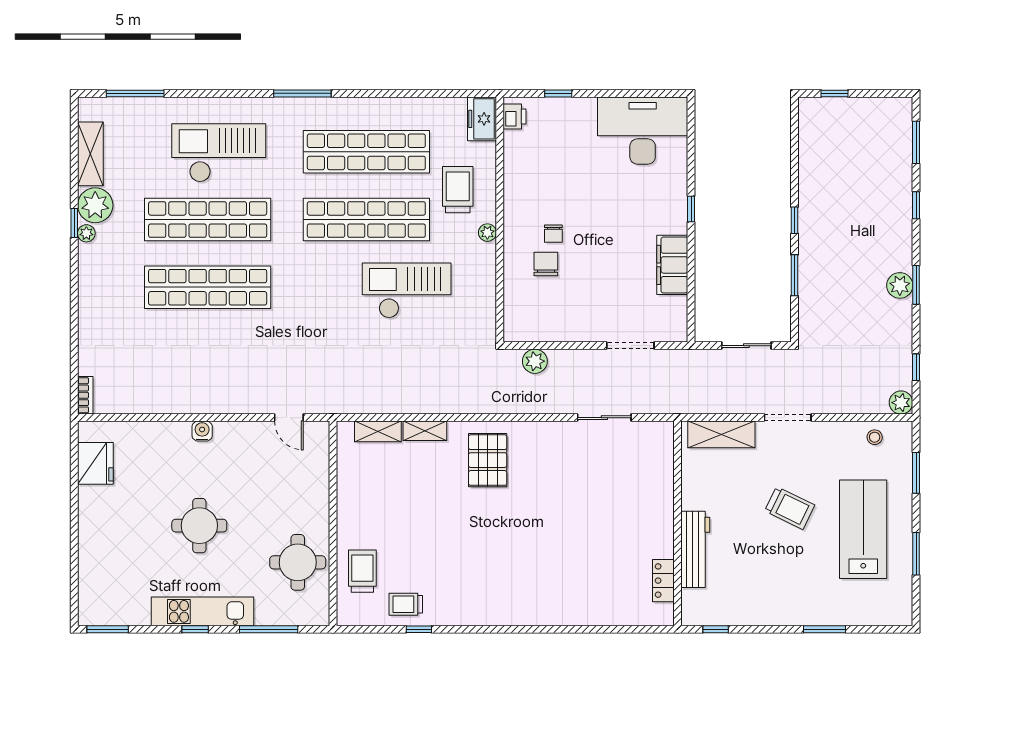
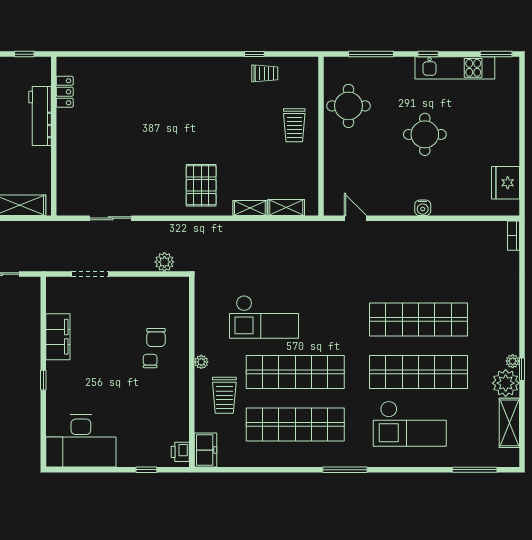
trolley: (362, 571) -> (294, 125), moved
kitchen unit: (202, 611) -> (455, 68), moved

